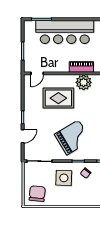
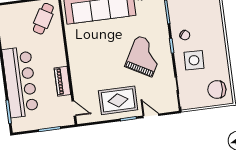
piano: (81, 67) -> (62, 81), moved
plant: (84, 82) -> (77, 52), removed
rug: (58, 98) -> (118, 100), moved, turned 90
grand piano: (73, 137) -> (144, 56), turned 60

